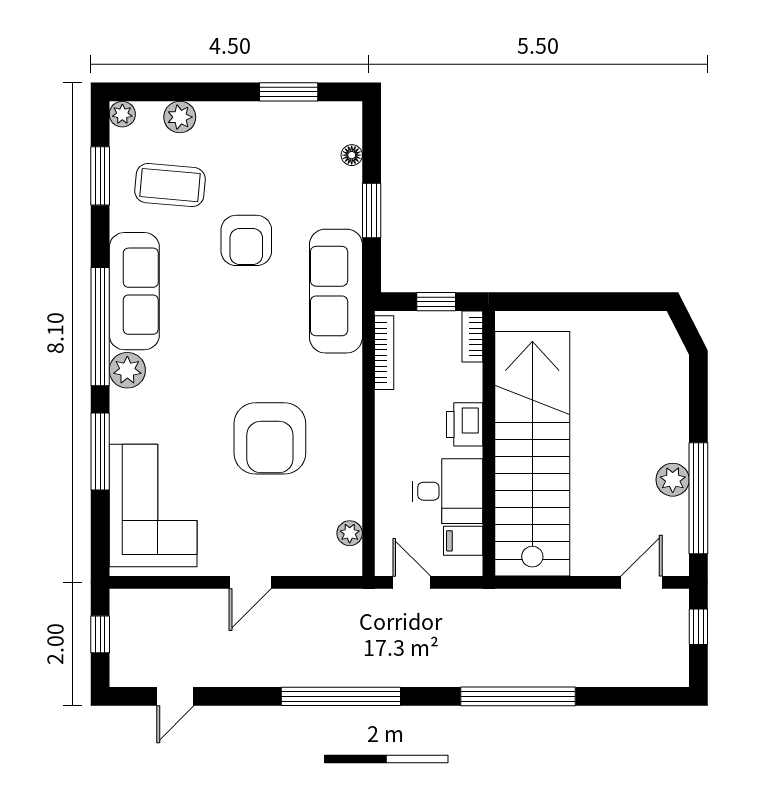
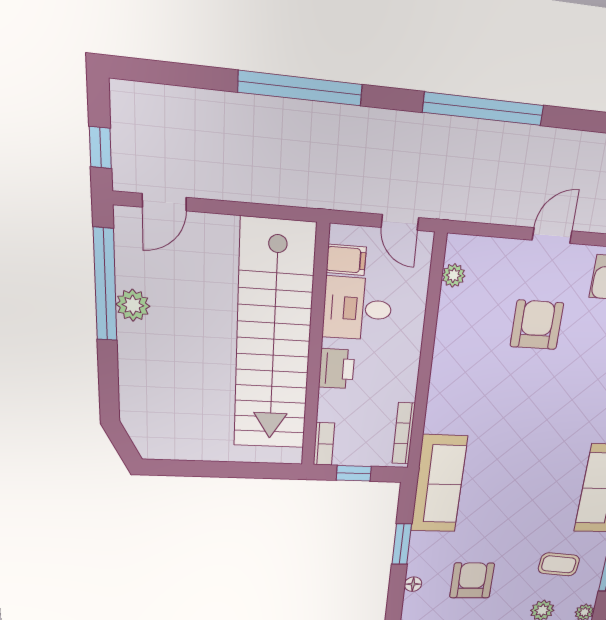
coffee table: (170, 185) -> (559, 564), width x0.73, depth x0.77
armchair: (246, 240) -> (472, 580), moved
armchair: (270, 438) -> (537, 325), moved, width x0.73, depth x0.73

